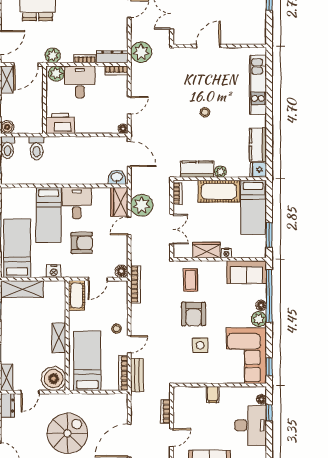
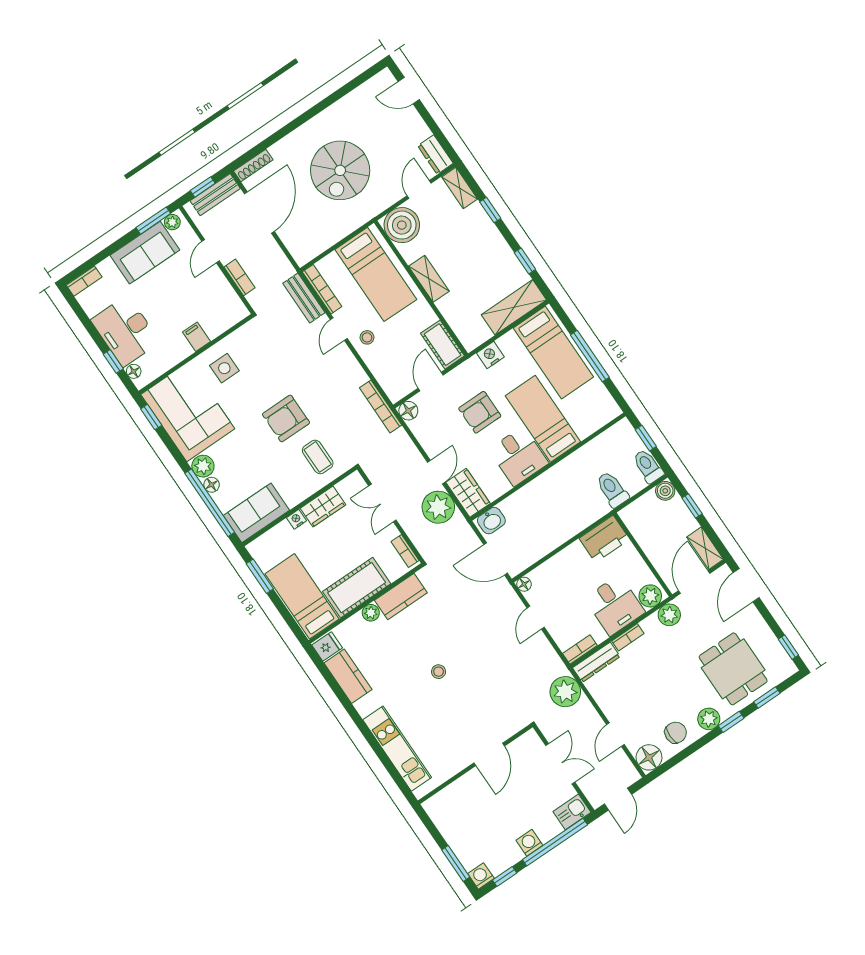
armchair: (194, 314) -> (286, 418), turned -90
side table: (200, 345) -> (224, 368), moved

